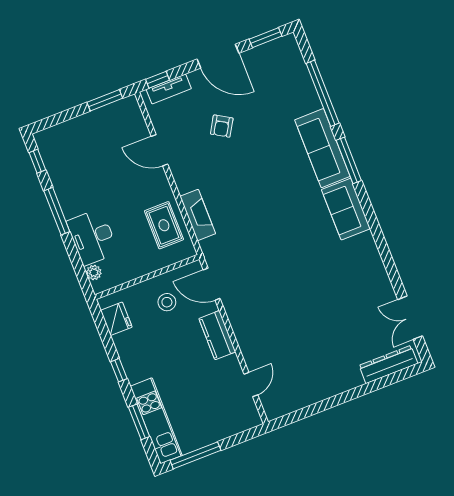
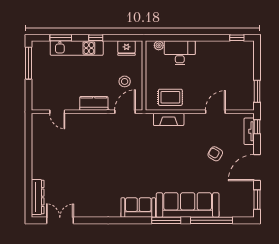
sofa: (322, 148) -> (188, 205), width x1.36, depth x1.27
window: (57, 211) -> (203, 38), removed
kitchen unit: (156, 421) -> (77, 48), moved

